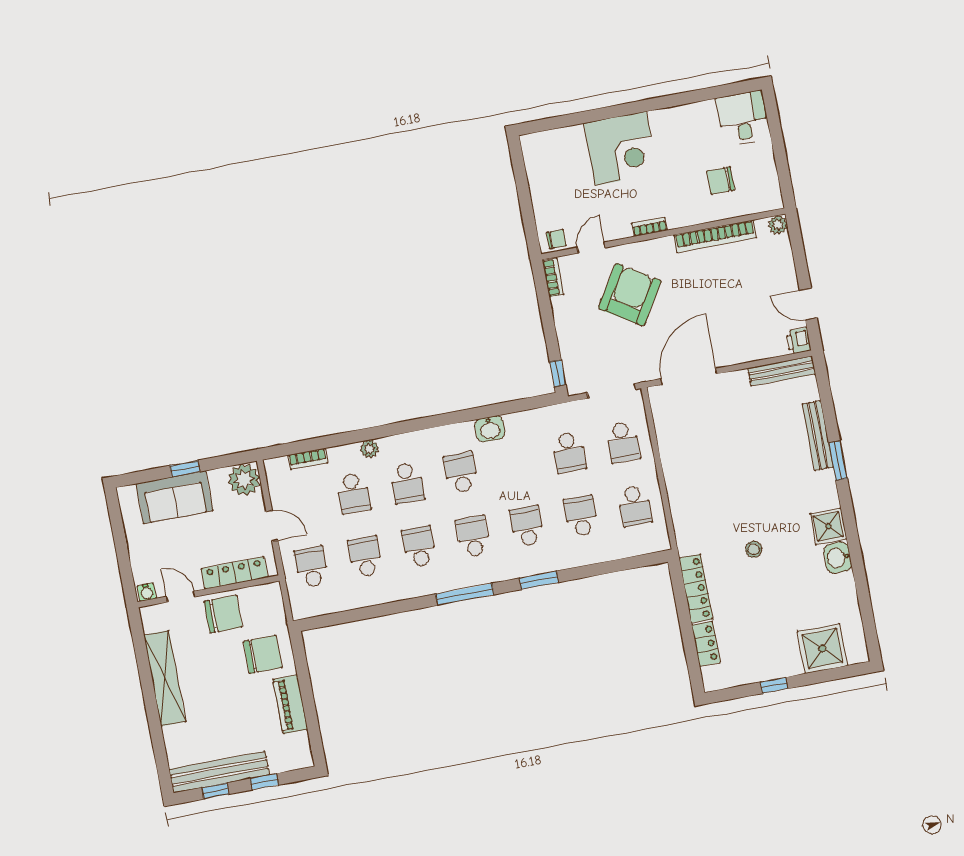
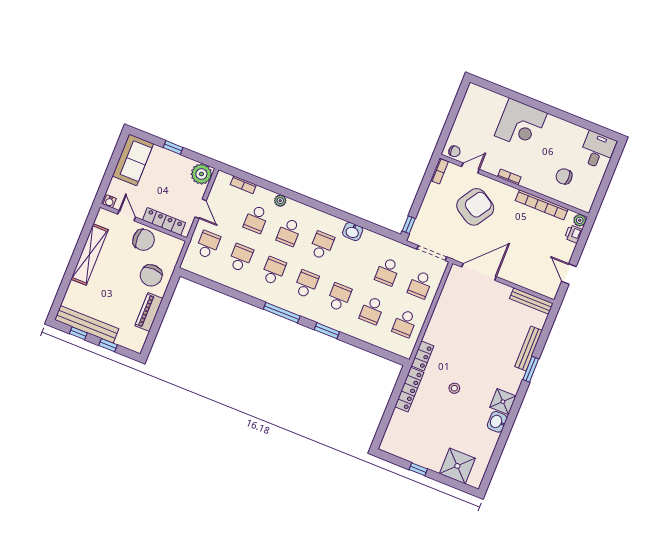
printer: (799, 341) -> (573, 234), moved
sofa: (174, 497) -> (133, 160), moved, turned -90
school desk: (581, 516) -> (372, 310), turned 180
locker: (706, 644) -> (423, 356), moved
chair: (263, 654) -> (151, 275), turned 90

